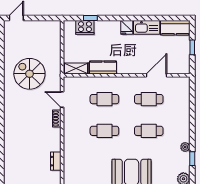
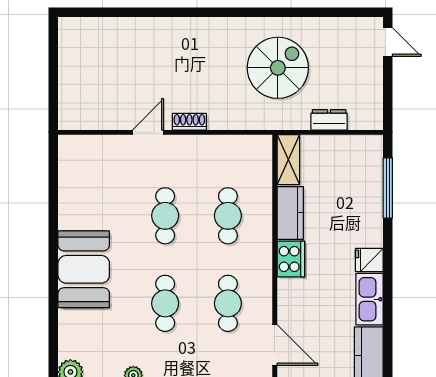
window: (90, 18) -> (388, 188), width x2.17
cooker: (85, 27) -> (291, 259), moved, turned 180
door: (157, 75) -> (275, 345), moved
door: (62, 99) -> (148, 132), moved
dresser: (56, 161) -> (329, 120), moved

